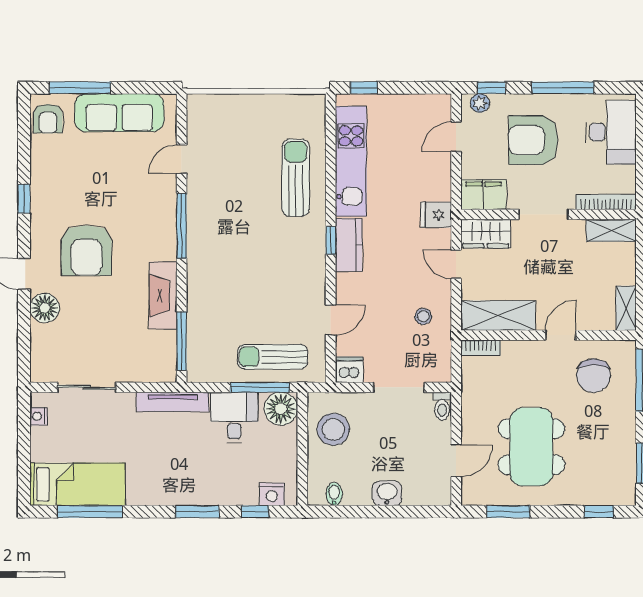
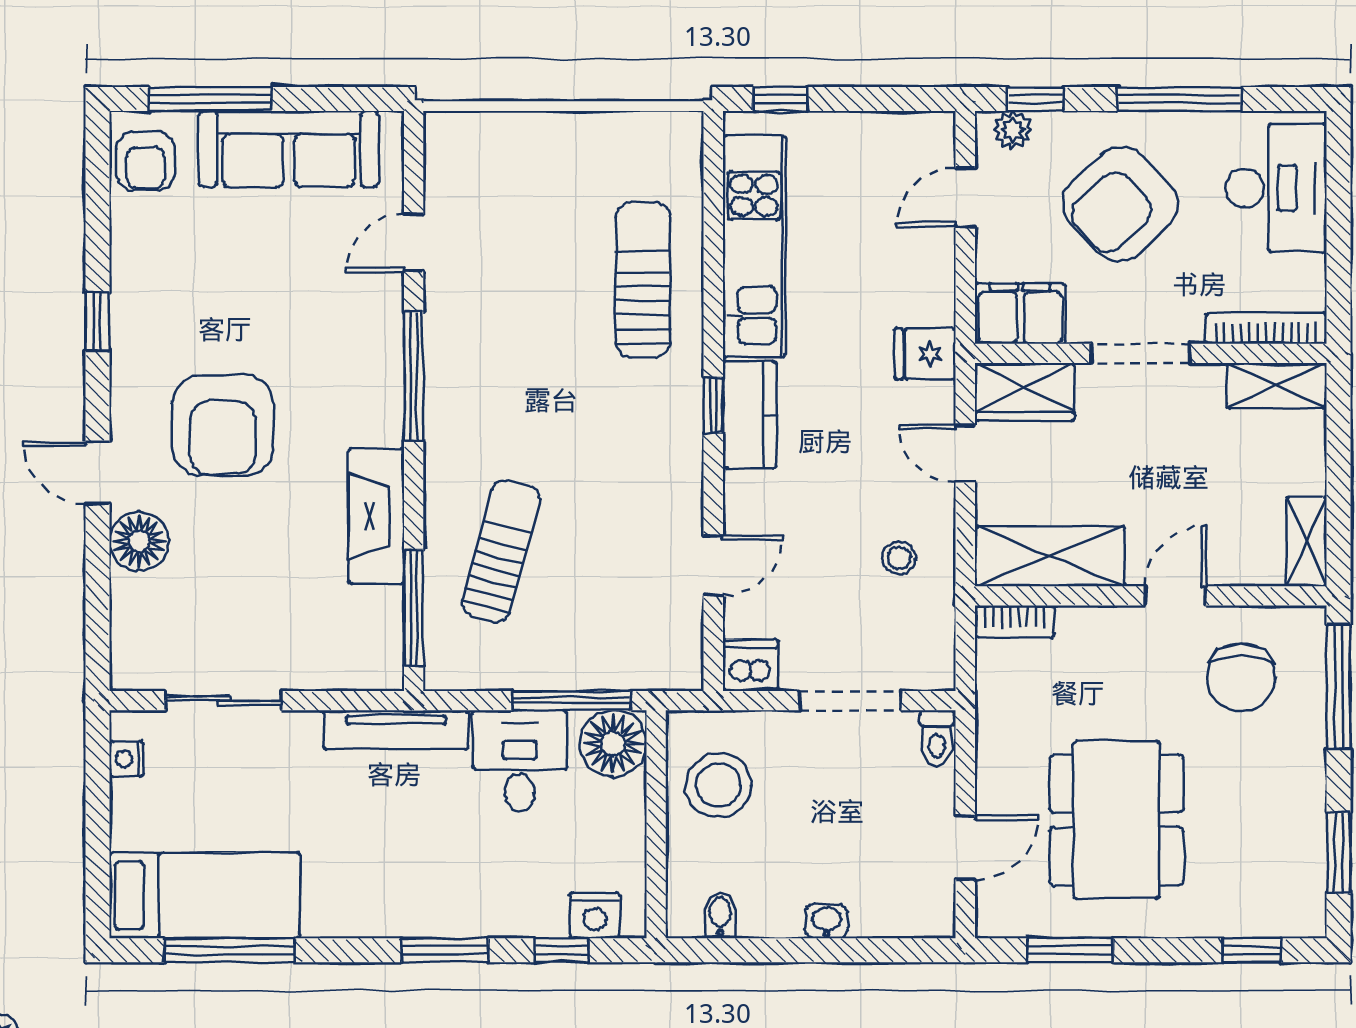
armchair: (533, 140) -> (1120, 204), turned -43
sun lounger: (273, 357) -> (501, 551), moved, turned 105
washbasin: (387, 493) -> (827, 921), width x0.72, depth x0.69

